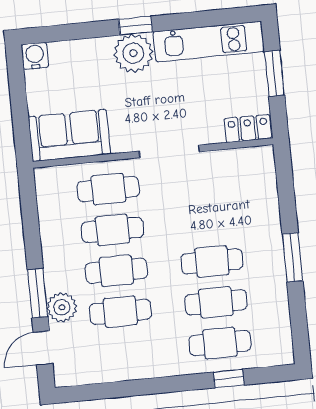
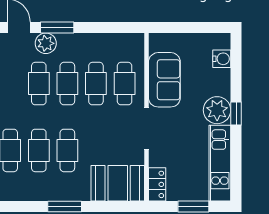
water cooler: (35, 56) -> (222, 59), moved
sofa: (69, 135) -> (164, 80), moved
booth: (252, 185) -> (118, 183), added

